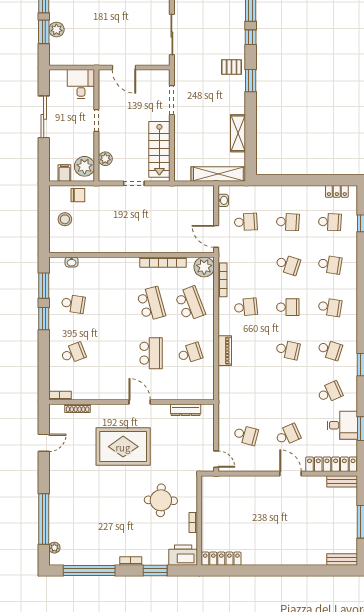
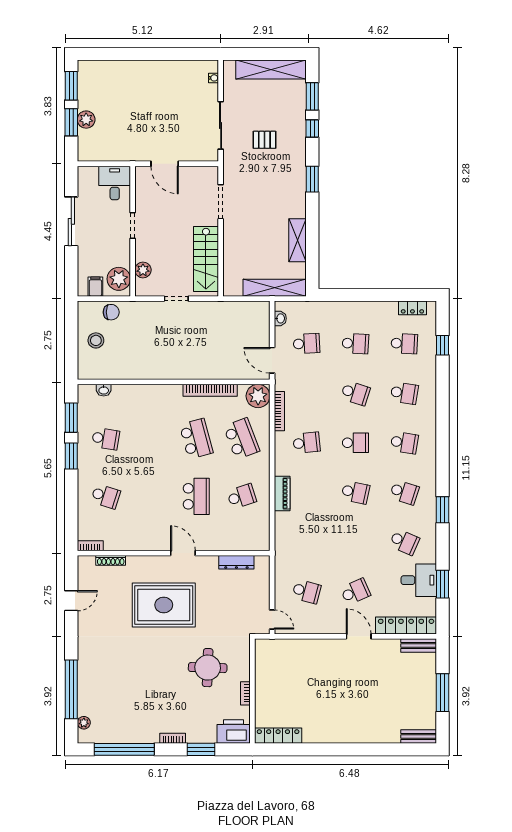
pallet: (232, 67) -> (264, 140), moved
school desk: (73, 353) -> (106, 496), turned 39
school desk: (330, 392) -> (404, 542), turned 48

